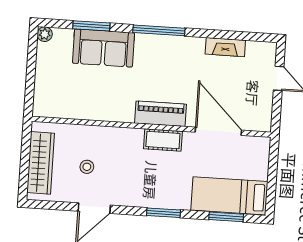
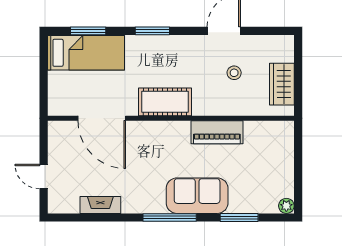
sofa: (103, 48) -> (197, 196), moved
piano: (161, 114) -> (217, 132), moved
cot: (163, 140) -> (165, 102), width x1.37, depth x1.34
wardrobe: (41, 163) -> (282, 84), width x0.67

